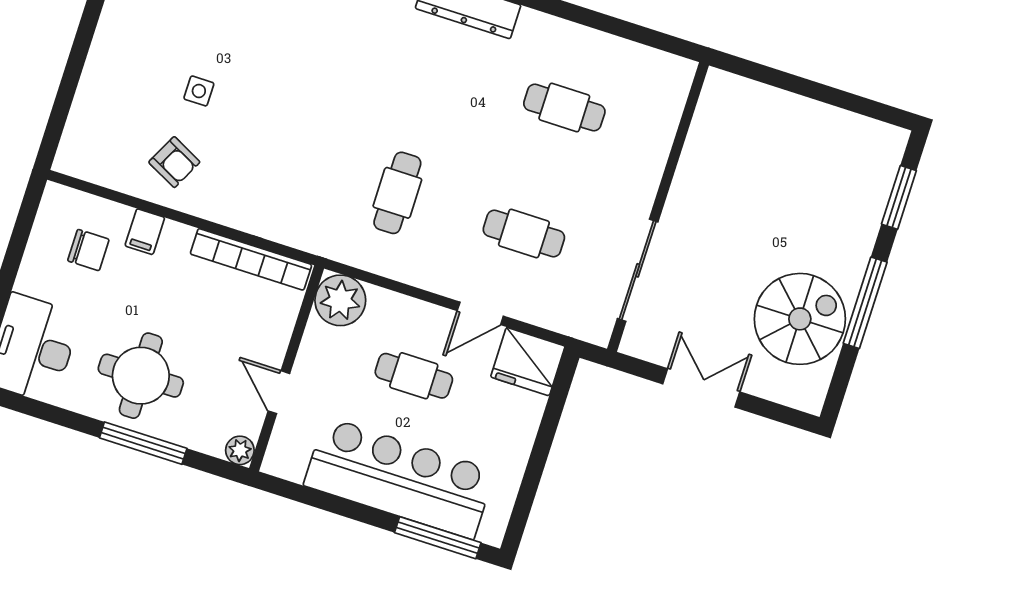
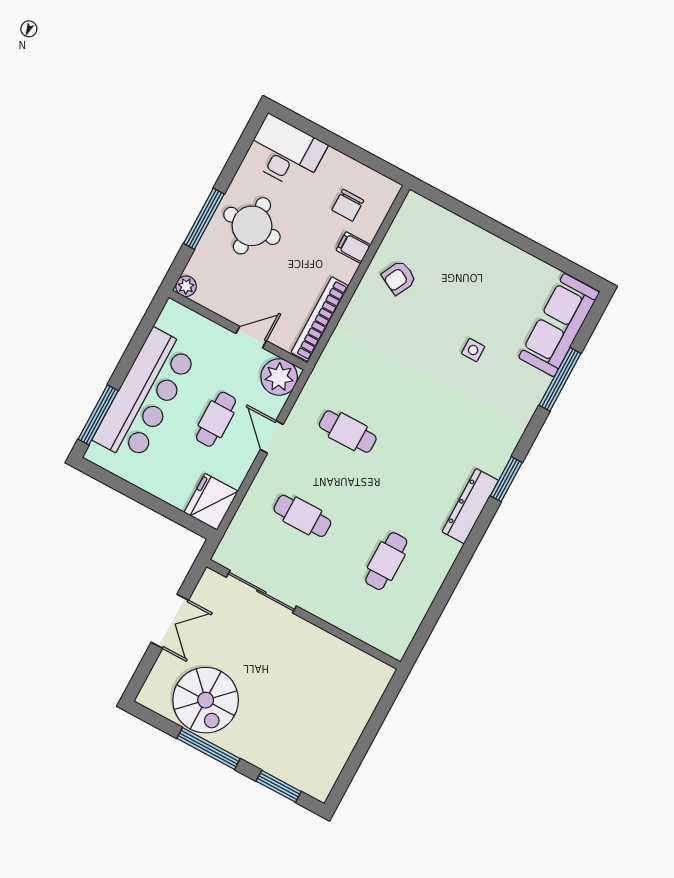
side table: (199, 91) -> (473, 350), moved
cafe table: (524, 233) -> (302, 516), turned 90
door: (480, 313) -> (272, 437), moved
door: (279, 392) -> (251, 337), moved

